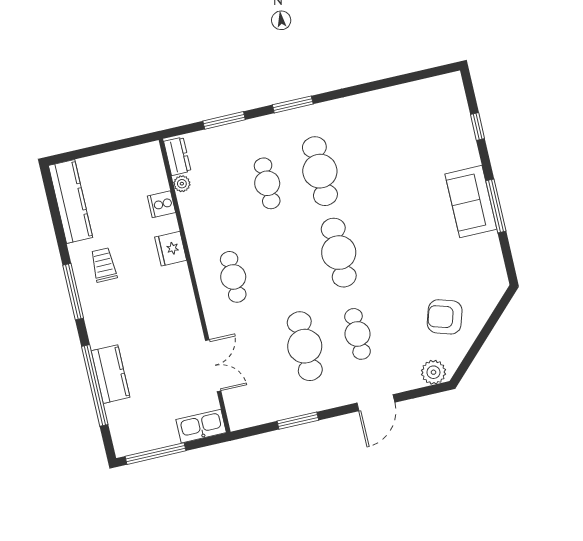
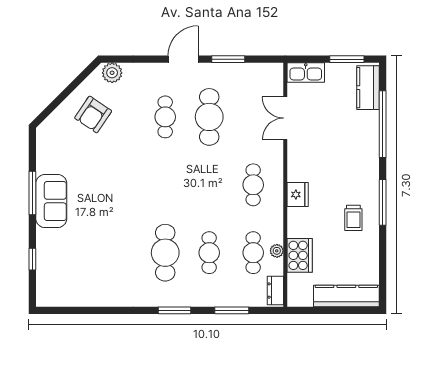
plant: (182, 184) -> (277, 251), moved
kitchen counter: (71, 201) -> (346, 296), moved, turned 90
cooker: (161, 204) -> (300, 255), width x1.87, depth x1.31
fridge: (171, 249) -> (298, 194), moved
cafe table: (339, 253) -> (253, 253), moved, width x0.73, depth x0.74
armchair: (445, 317) -> (93, 114), turned 107
kitchen counter: (111, 374) -> (368, 88), moved
door: (376, 403) -> (183, 59), moved
window: (155, 454) -> (347, 59), width x0.69

